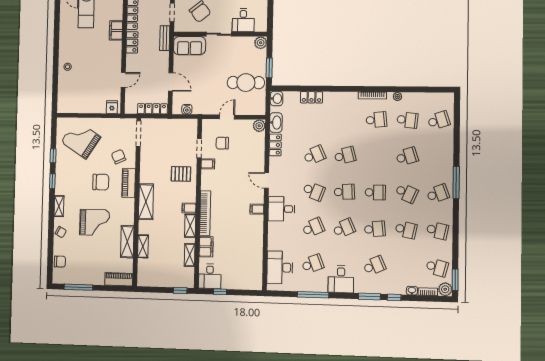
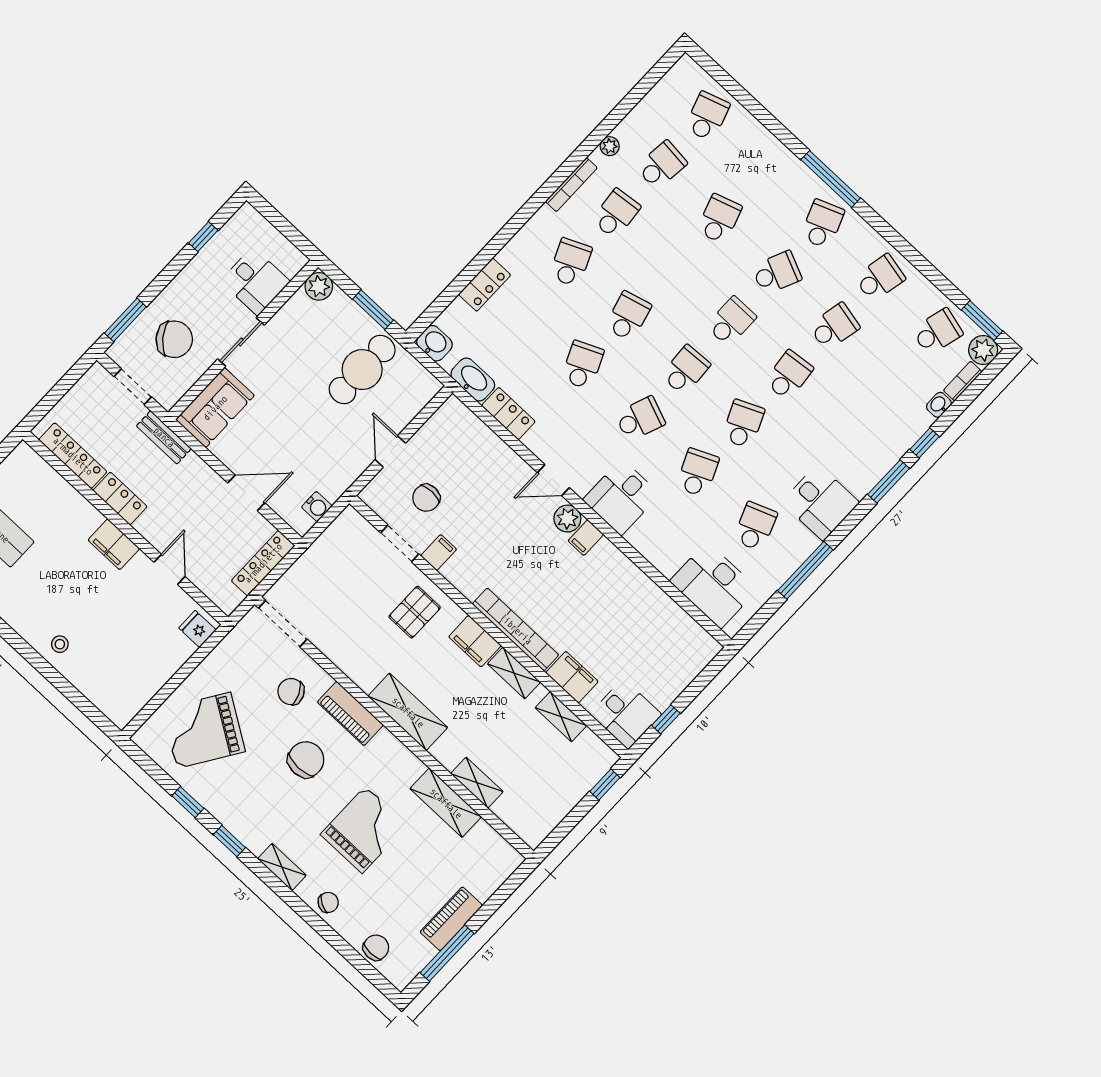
filing cabinet: (116, 30) -> (114, 544), moved
plant: (259, 126) -> (567, 519), moved
filing cabinet: (189, 208) -> (475, 641), width x2.00
school desk: (374, 266) -> (571, 262), moved
piano: (119, 279) -> (451, 919), moved

